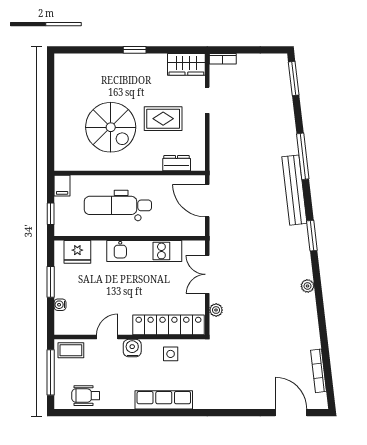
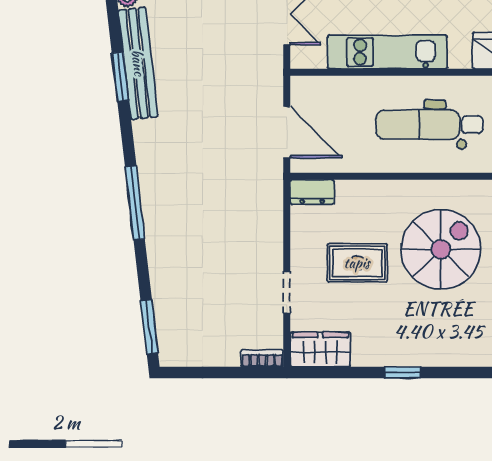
spiral stairs: (111, 127) -> (441, 249), turned 90
dresser: (177, 163) -> (312, 192), moved
bench: (294, 190) -> (138, 63), moved
dental chair: (118, 205) -> (430, 125), turned 180

